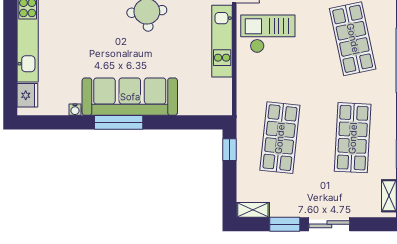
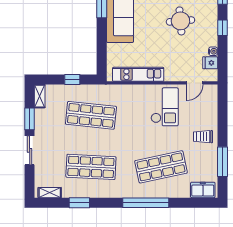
kitchen unit: (222, 41) -> (138, 74), moved
window: (229, 150) -> (72, 80), moved

